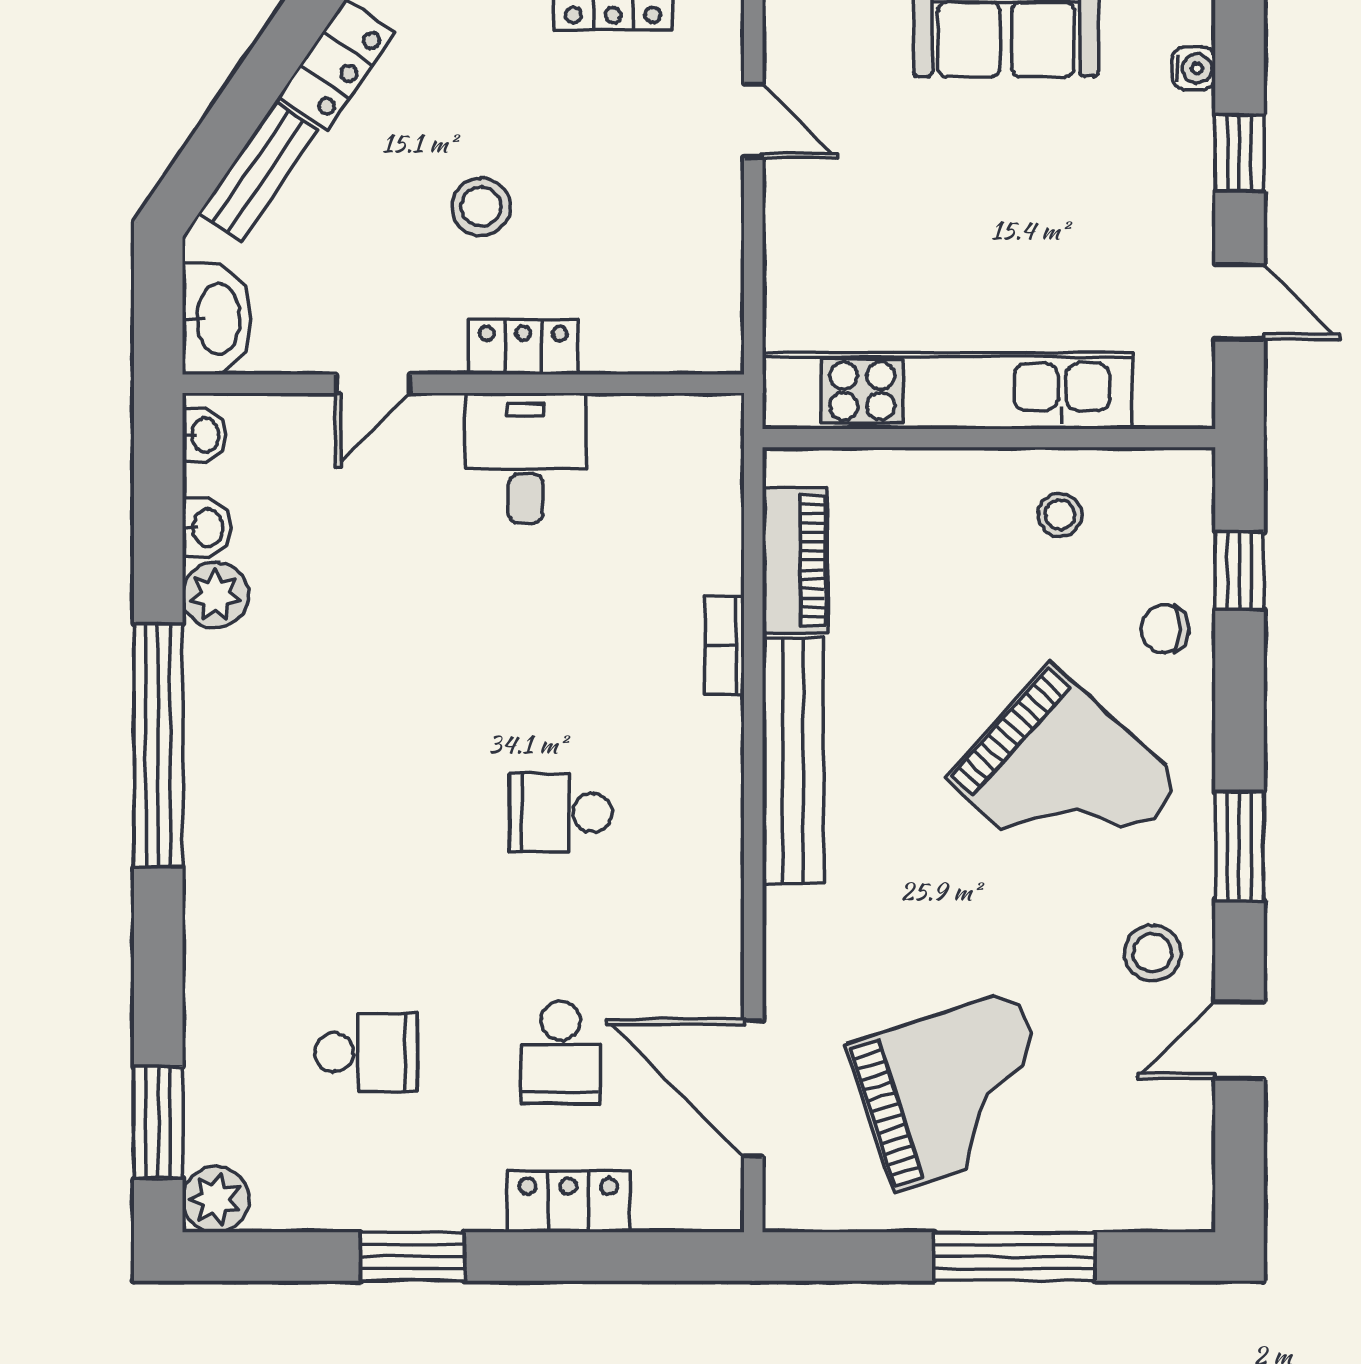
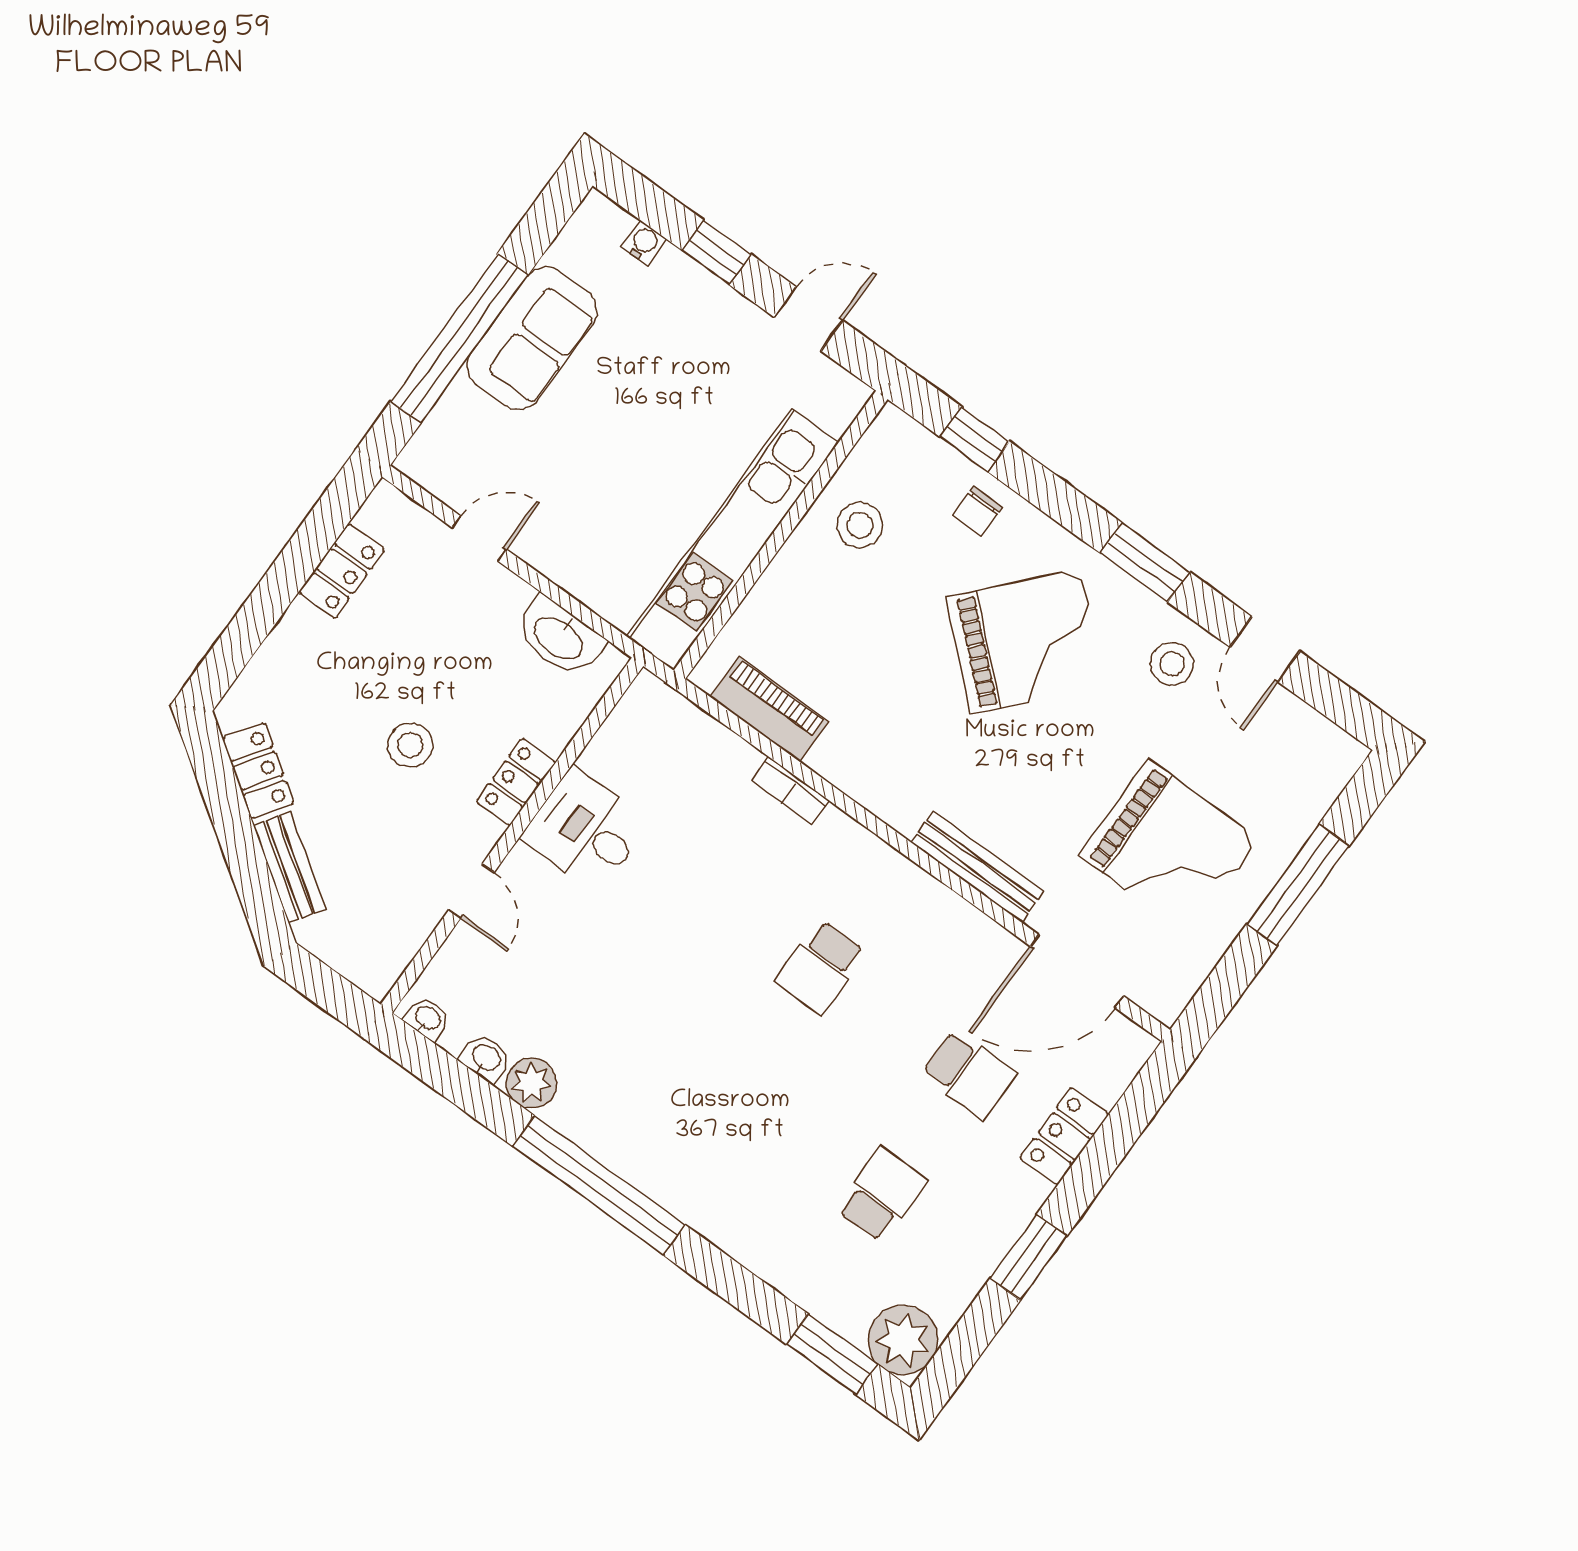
washbasin: (217, 319) -> (559, 637), moved, turned 180
stool: (1060, 515) -> (860, 525), width x1.37, depth x1.37
bench: (793, 761) -> (977, 867), moved, width x0.73, depth x0.82
grand piano: (956, 1091) -> (1169, 847), turned 108
plant: (216, 1199) -> (903, 1340), width x1.36, depth x1.36

